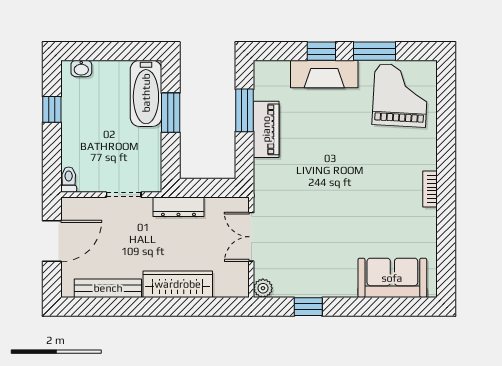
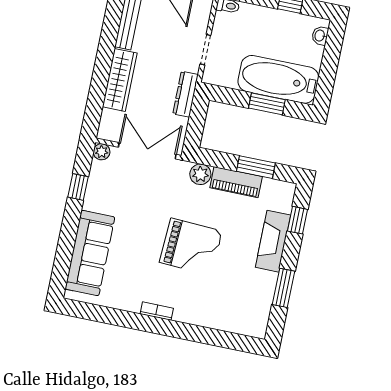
window: (321, 51) -> (297, 220), moved
bathtub: (146, 93) -> (278, 79), width x1.36, depth x1.36
grand piano: (400, 95) -> (191, 247), moved
plant: (266, 171) -> (200, 174), added
double door: (251, 237) -> (147, 151), width x1.37
sofa: (392, 278) -> (90, 253), width x1.36

